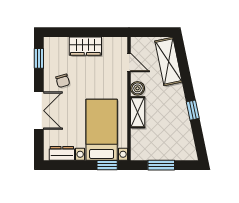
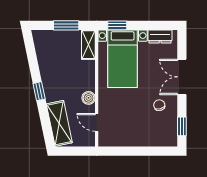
wardrobe: (85, 46) -> (138, 138), removed
window: (193, 110) -> (39, 91), moved
shelving: (138, 112) -> (88, 45), moved

